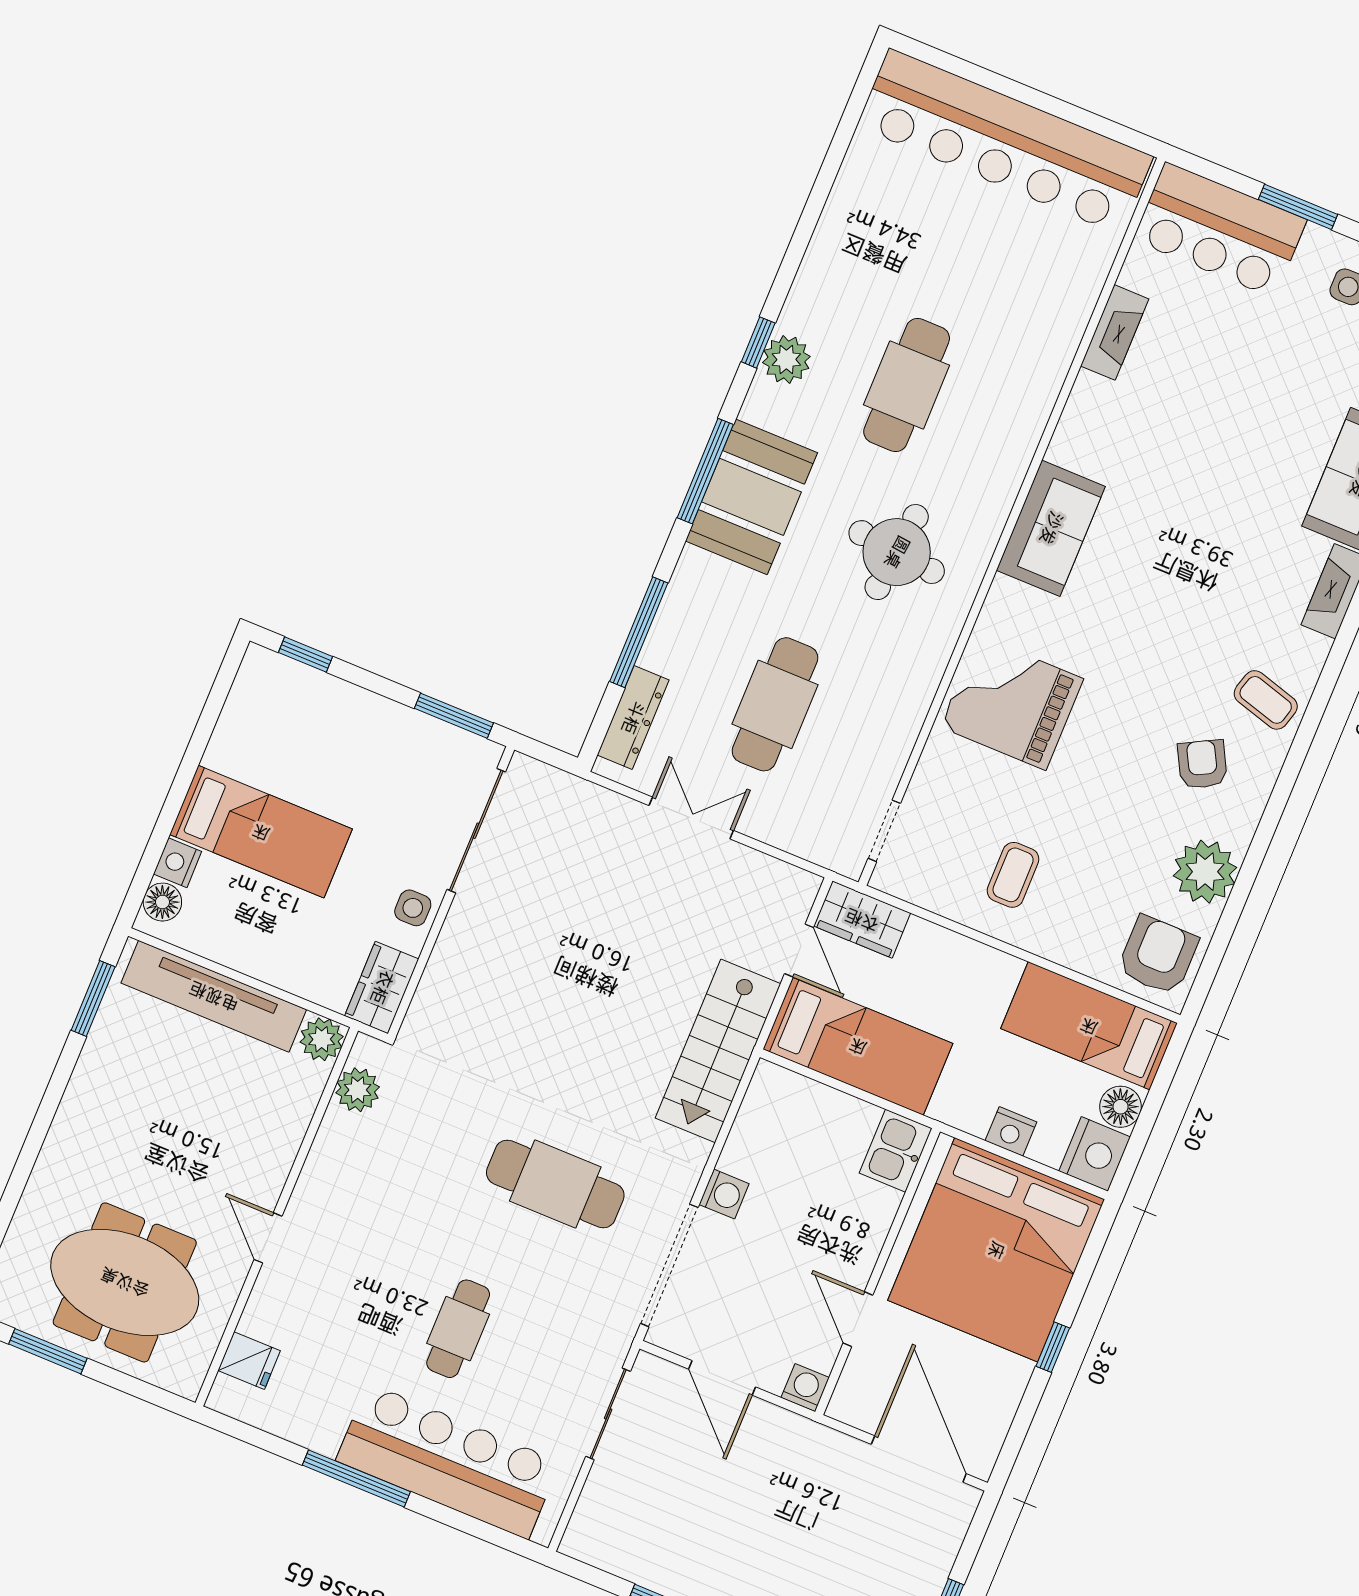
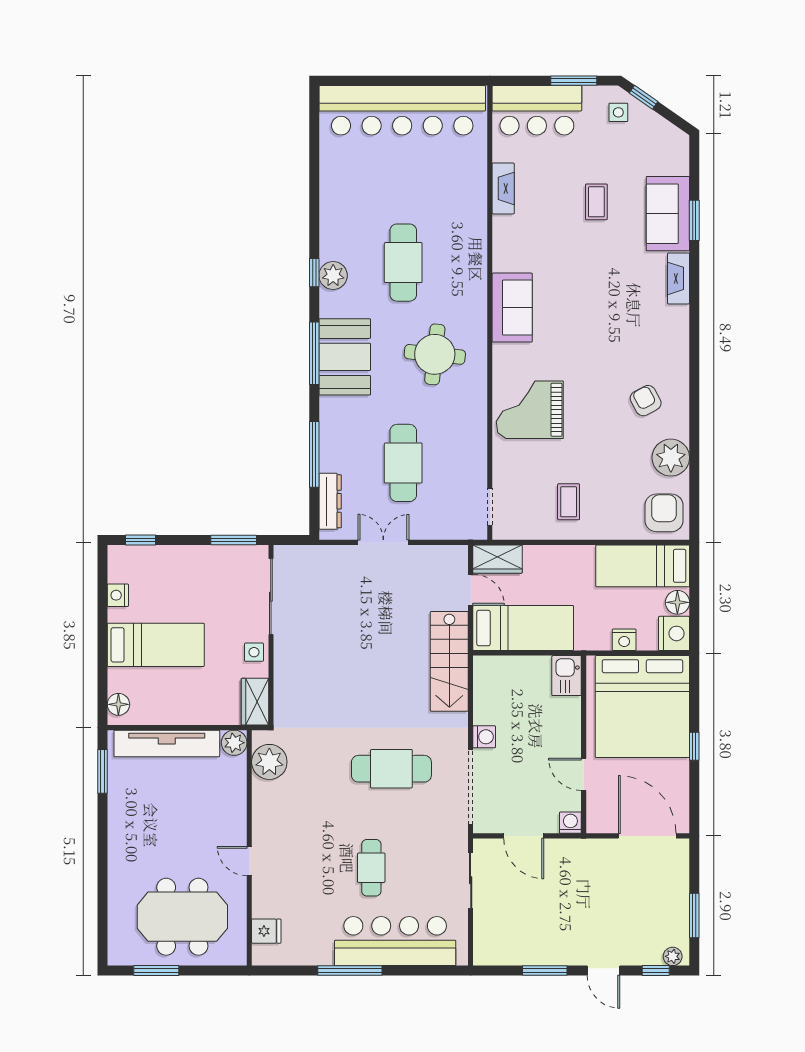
coffee table: (1266, 700) -> (596, 202), moved, turned 74
nightstand: (178, 863) -> (118, 595), moved
plant: (358, 1090) -> (269, 762), width x1.36, depth x1.36

